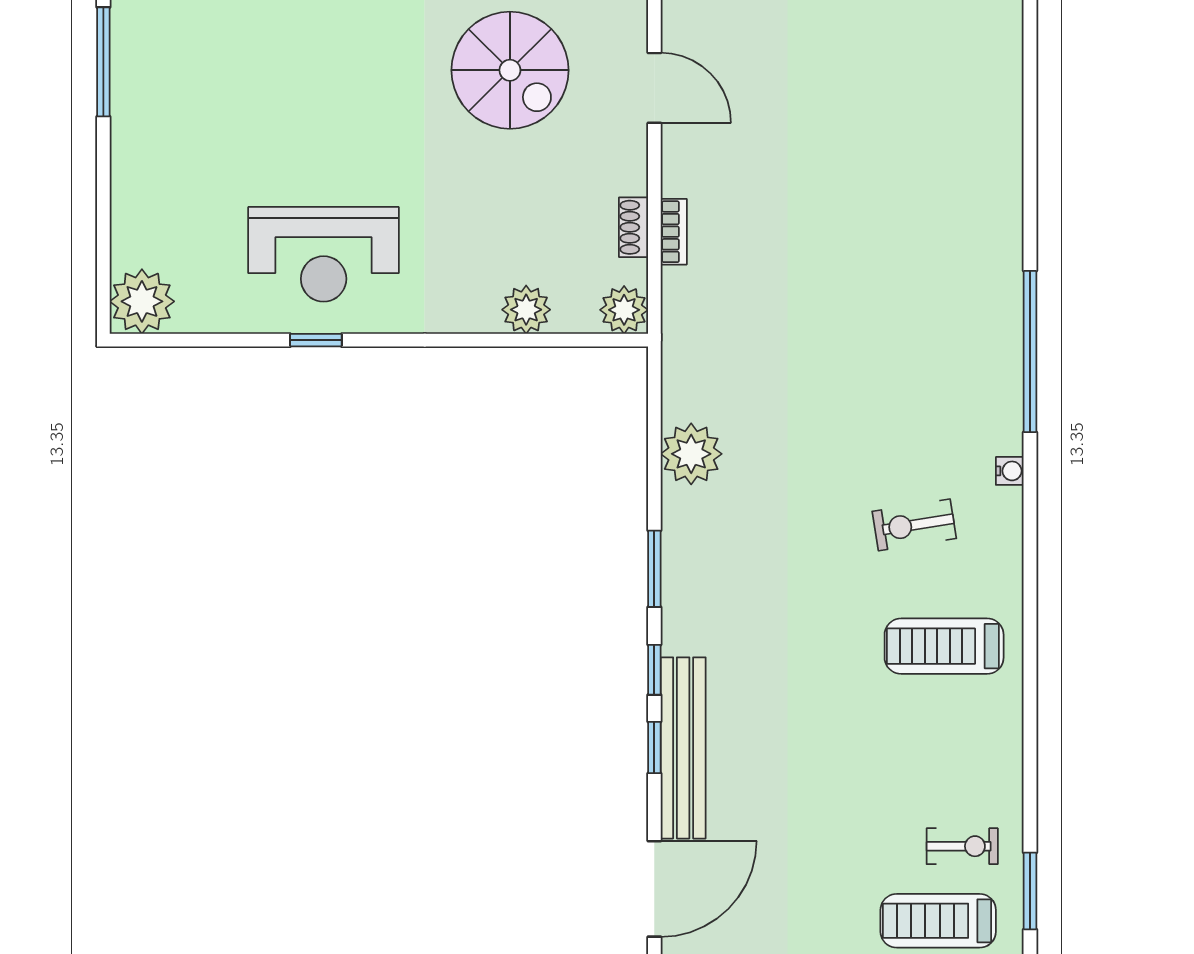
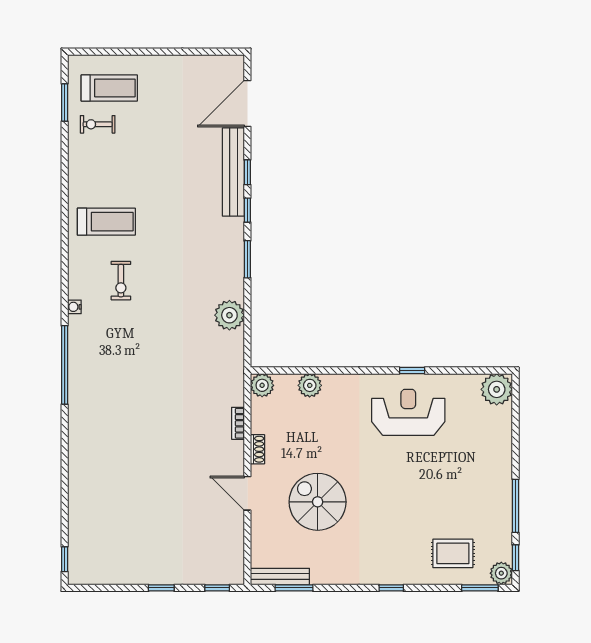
shoe rack: (634, 227) -> (257, 449), moved
exercise bike: (914, 525) -> (121, 281), turned 99

